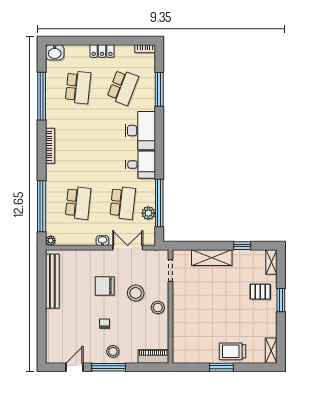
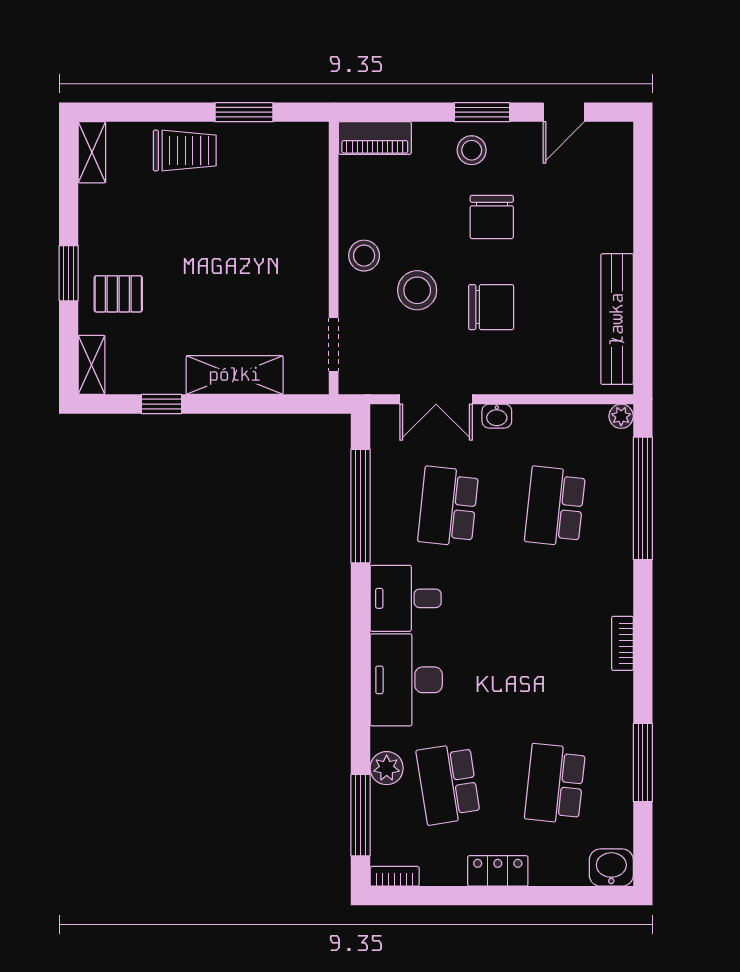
school desk: (123, 87) -> (448, 784), turned -30
window: (159, 89) -> (361, 815), moved
window: (42, 96) -> (643, 763), width x0.68
bookcase: (50, 146) -> (622, 643), width x0.64
plant: (148, 213) -> (387, 768), moved
chair: (105, 324) -> (492, 217), width x1.87, depth x1.87
window: (109, 367) -> (482, 112), width x0.69
window: (221, 367) -> (244, 112), moved

